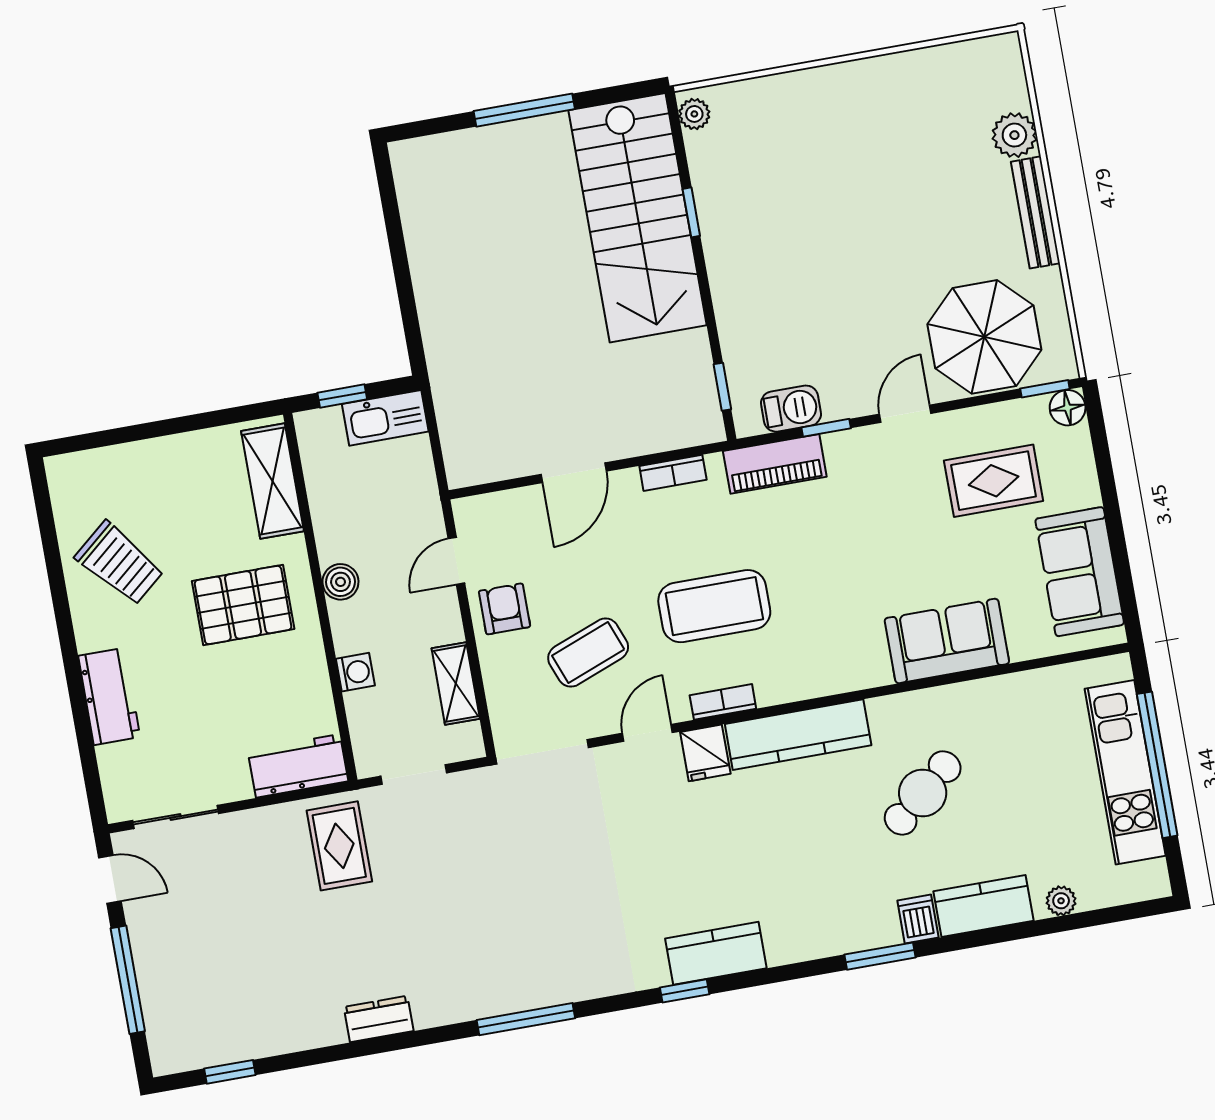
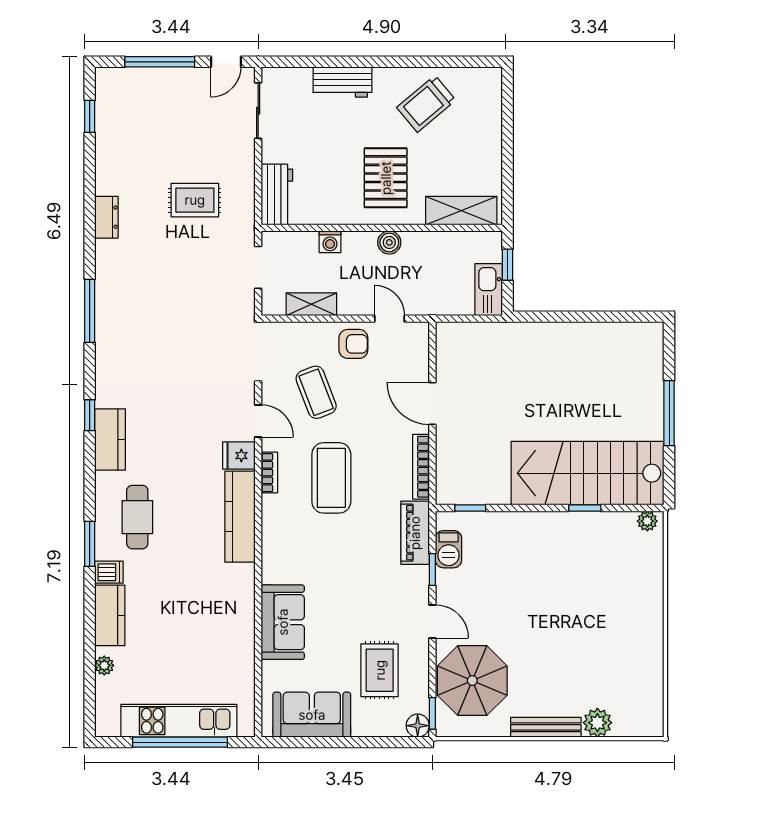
bookcase: (673, 473) -> (421, 467), width x1.56
cafe table: (923, 793) -> (137, 517), moved, turned 40
rug: (339, 846) -> (195, 200), moved

